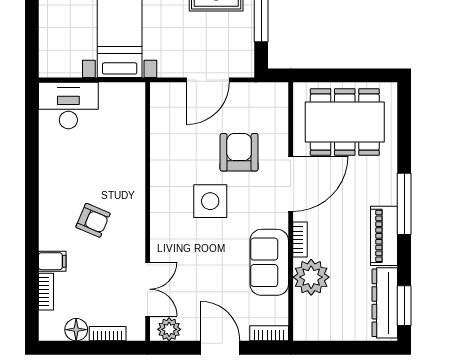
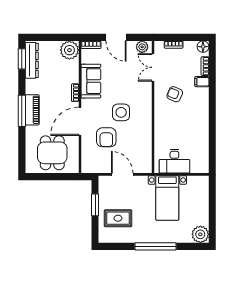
door: (208, 80) -> (122, 174), hinge flipped
desk: (68, 106) -> (174, 161), moved
dining table: (345, 122) -> (52, 153), width x0.73
armchair: (93, 220) -> (175, 94), moved
piano: (384, 236) -> (32, 110), moved
plant: (311, 277) -> (69, 50), moved
floor lamp: (76, 330) -> (203, 47), moved

